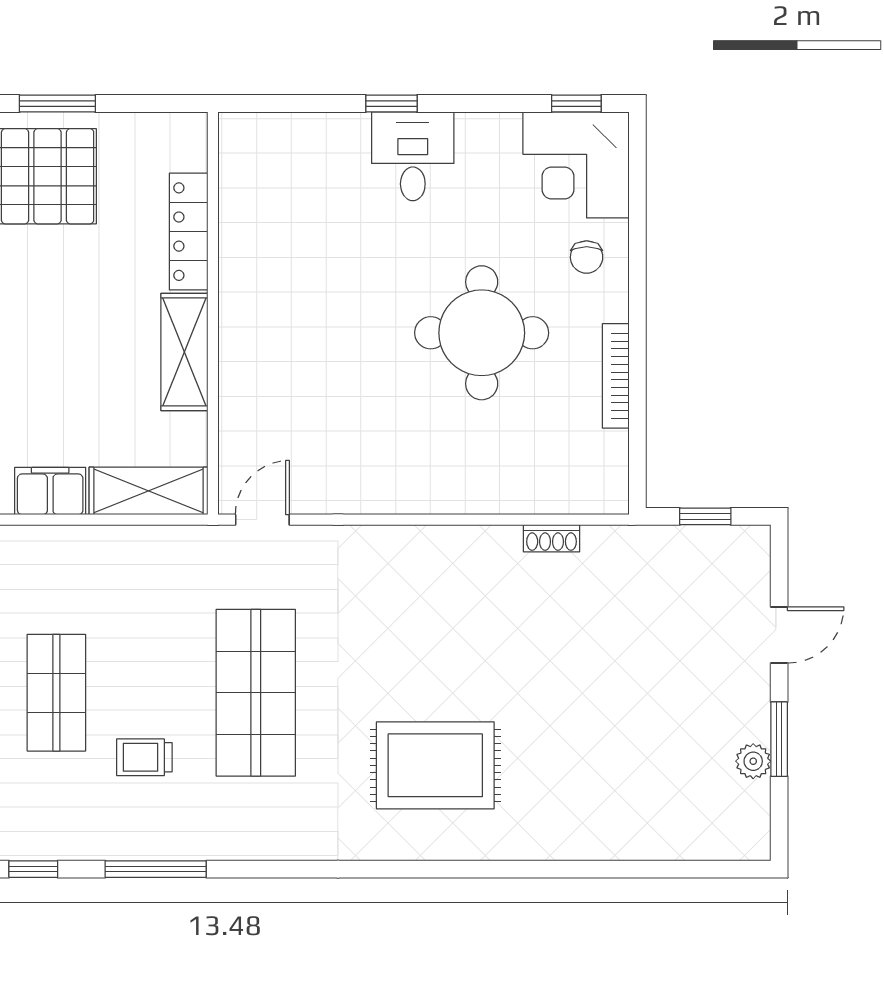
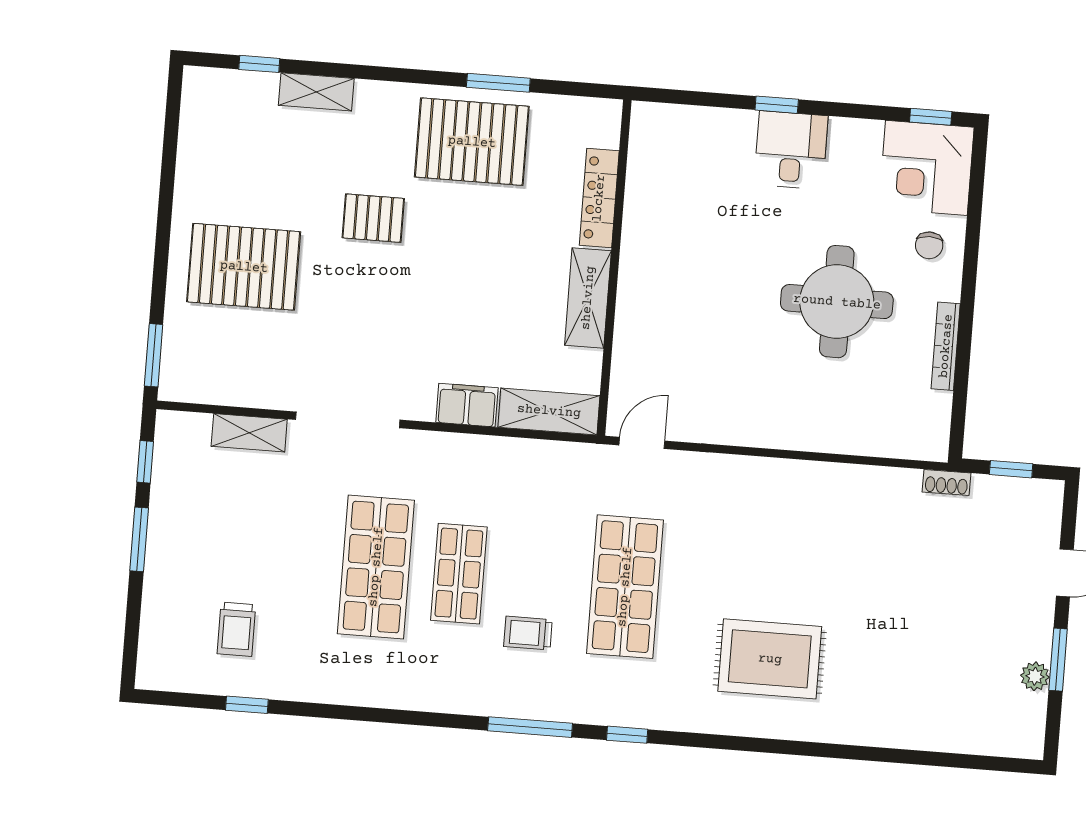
shoe rack: (552, 538) -> (947, 483), moved
window: (33, 869) -> (627, 735), moved

